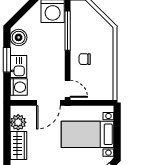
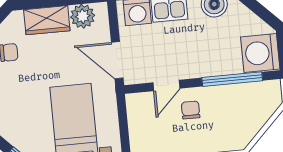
door: (68, 89) -> (166, 85), moved

